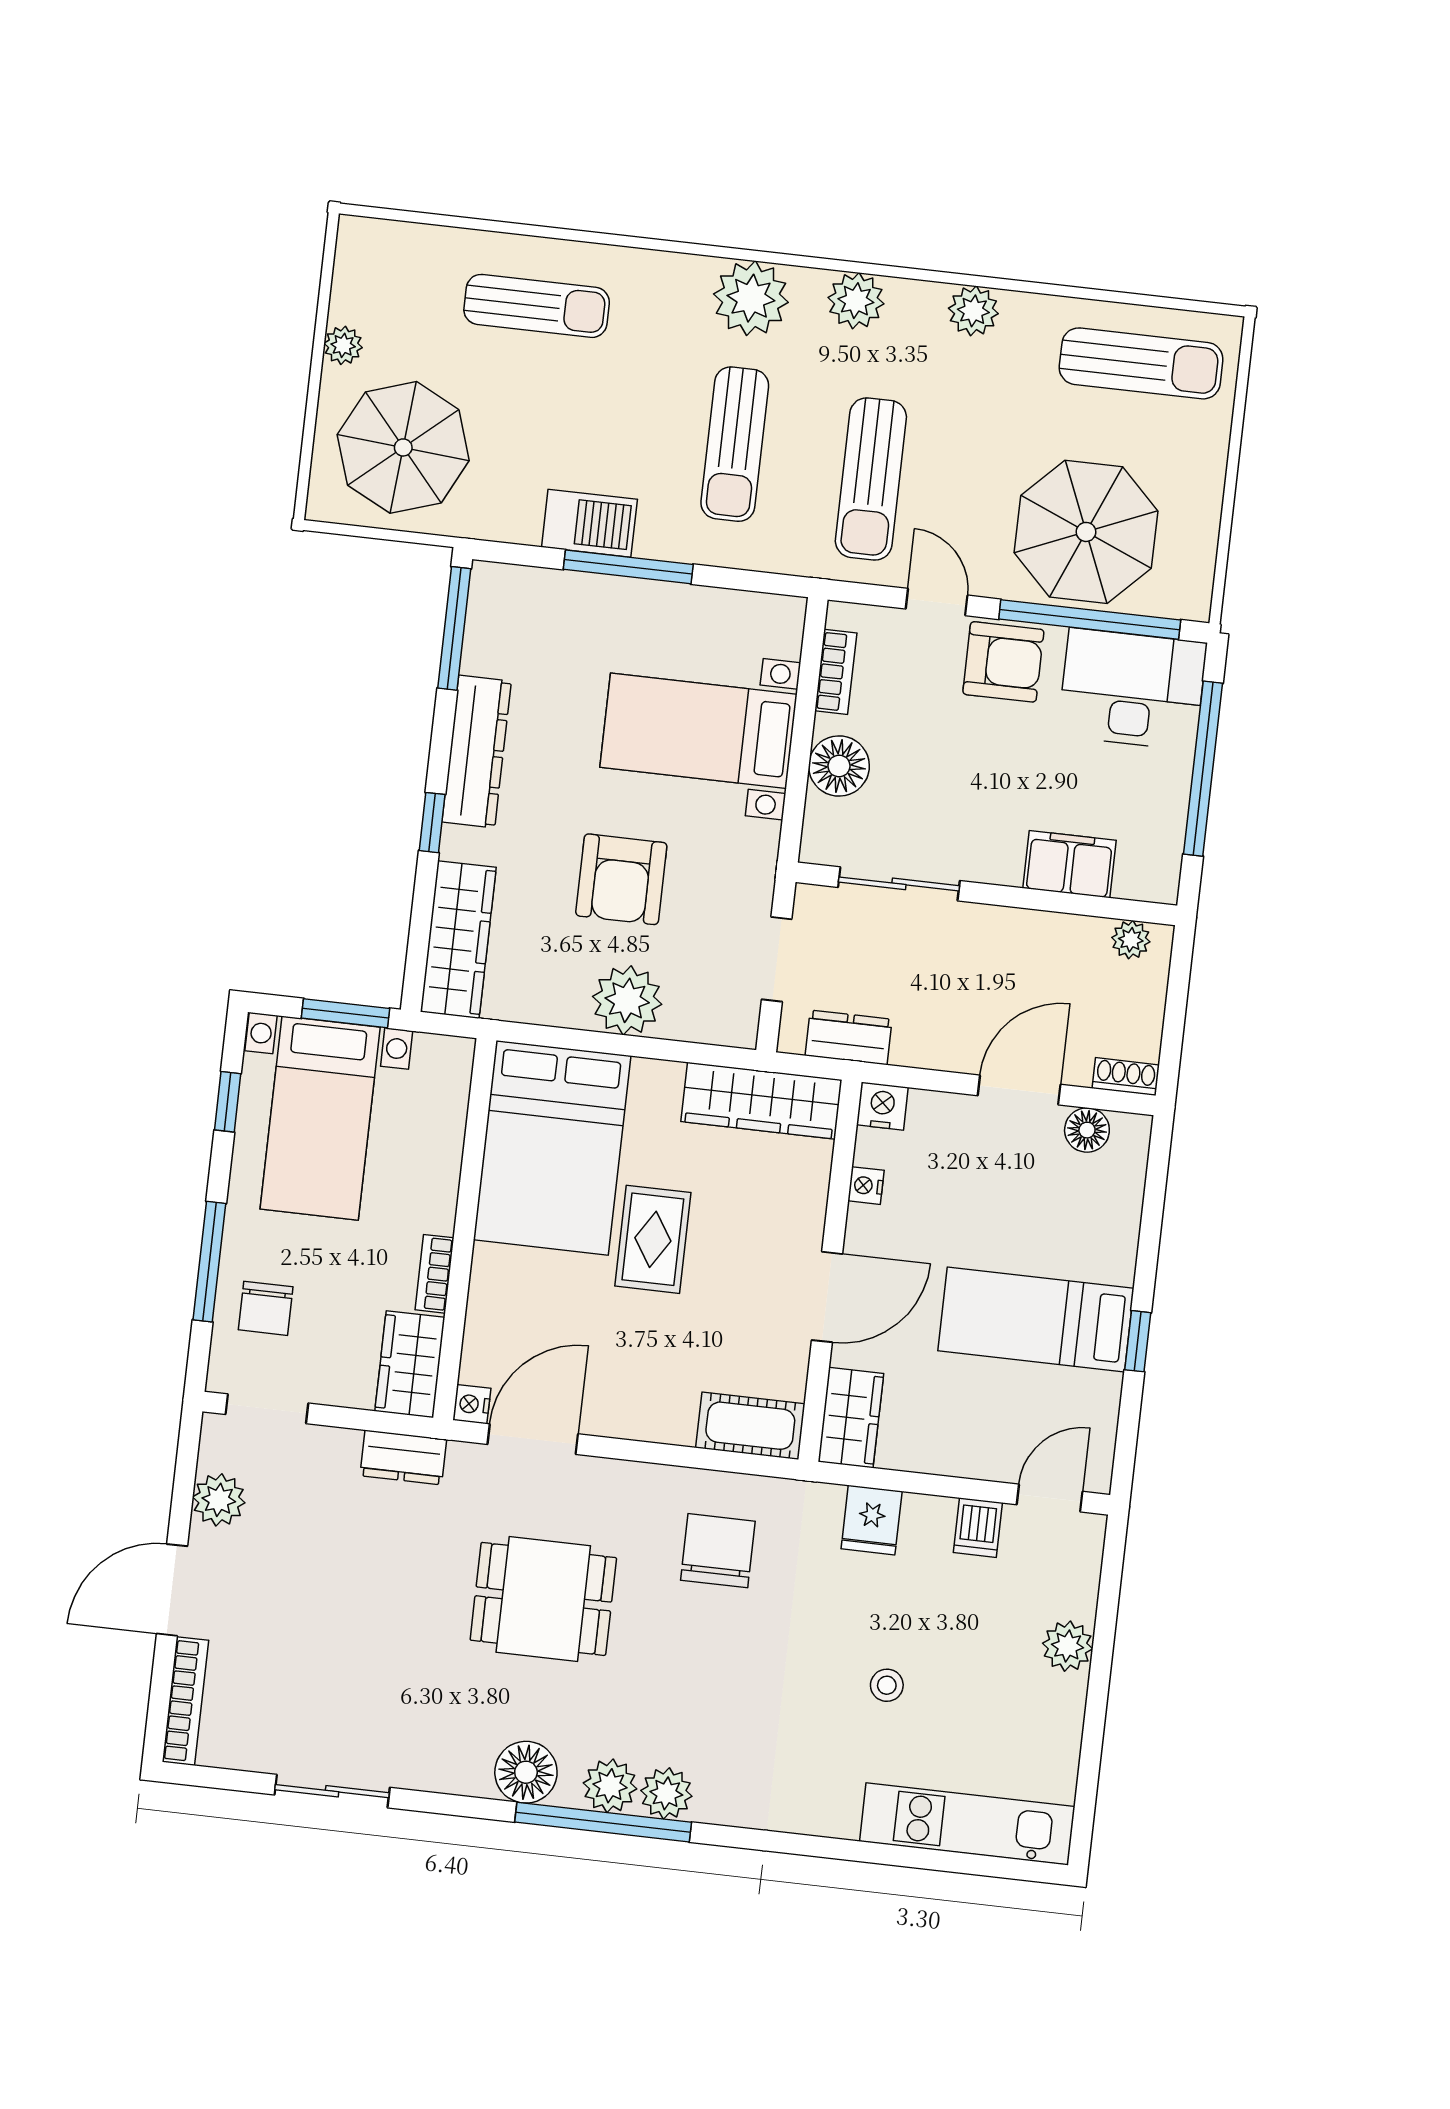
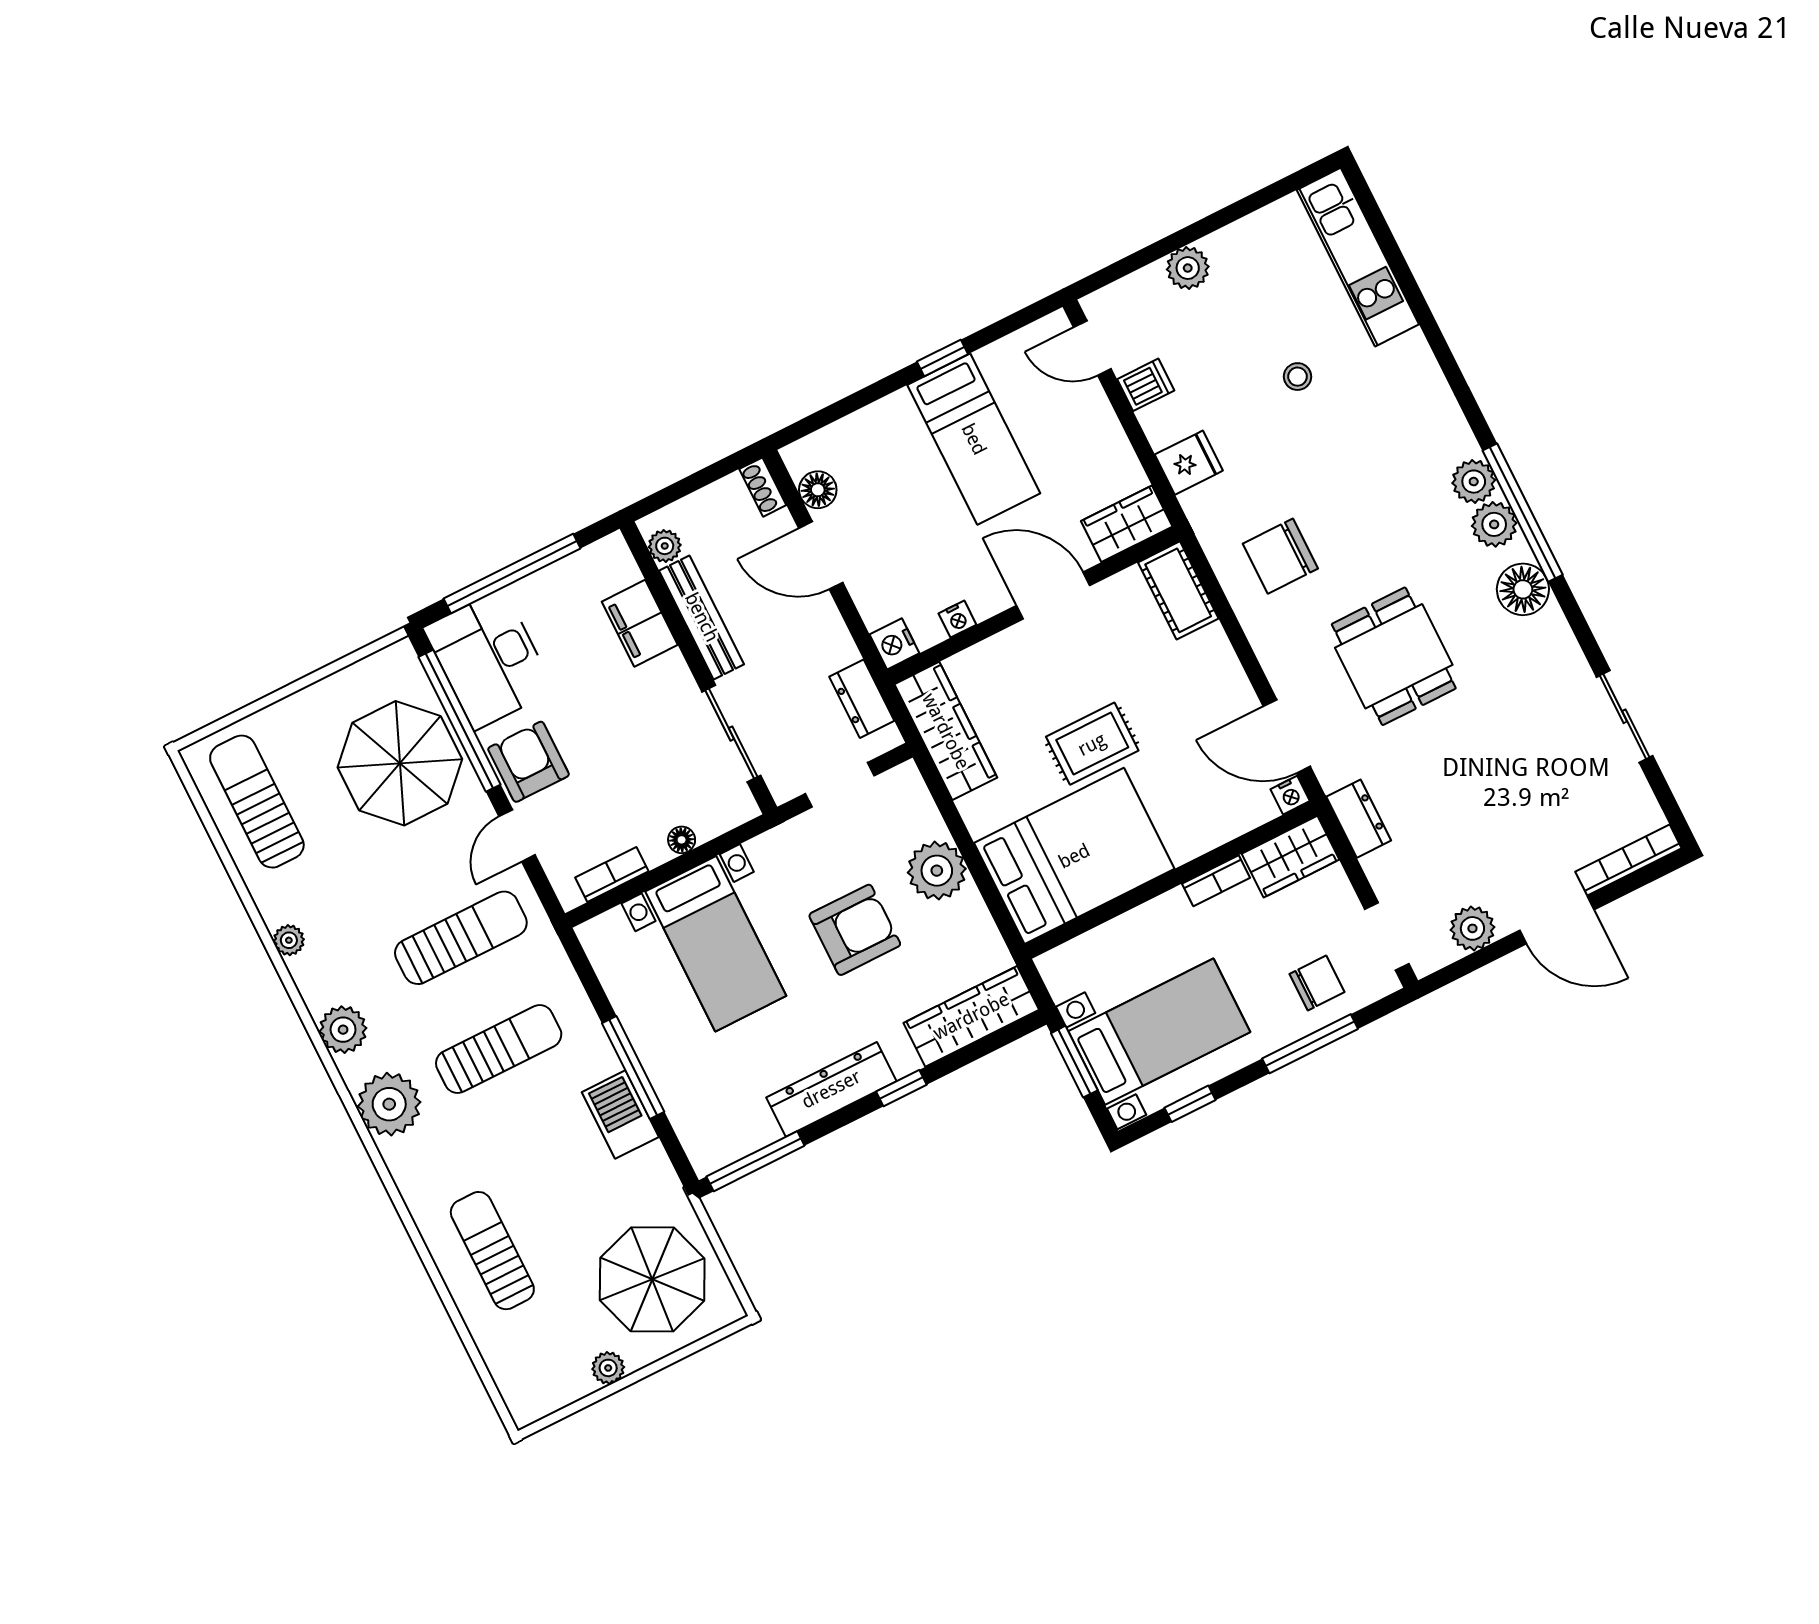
plant: (973, 311) -> (289, 940), width x0.73, depth x0.73
floor lamp: (839, 766) -> (682, 840), width x0.53, depth x0.53
bench: (1035, 930) -> (702, 617), added

